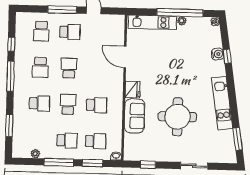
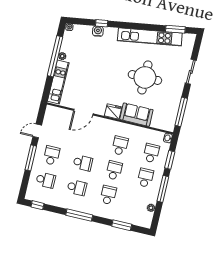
window: (11, 44) -> (37, 205), moved
school desk: (69, 68) -> (83, 163), turned 180
kitchen unit: (222, 103) -> (150, 37), width x1.36
school desk: (68, 104) -> (114, 170), turned 90
window: (148, 165) -> (181, 112), width x2.17

